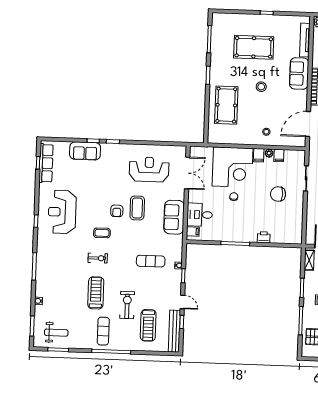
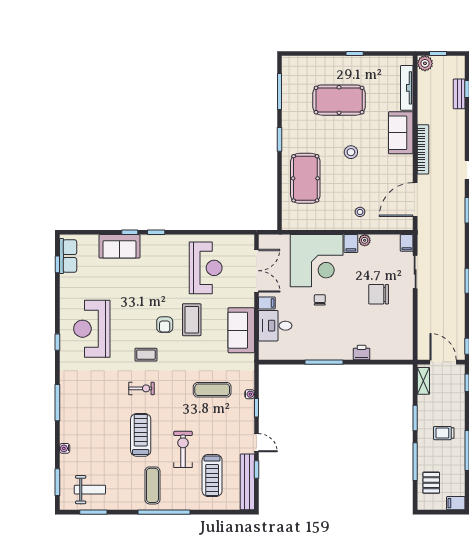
filing cabinet: (279, 155) -> (407, 243), moved
row of seats: (46, 163) -> (68, 256), width x0.68
reception desk: (149, 169) -> (206, 268), turned 90
filing cabinet: (193, 231) -> (267, 303), moved

